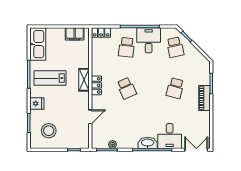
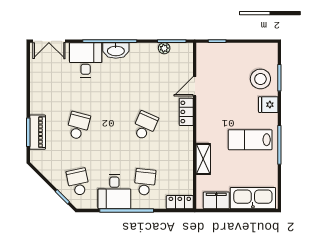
kitchen sink: (38, 44) -> (253, 198), moved, turned 90
lab bench: (50, 78) -> (250, 140), turned 180
shelving: (84, 80) -> (203, 159), moved
locker: (96, 85) -> (186, 112), moved
school desk: (127, 88) -> (145, 126), turned 48
piano: (205, 98) -> (38, 132), moved
stool: (49, 131) -> (260, 79), moved

